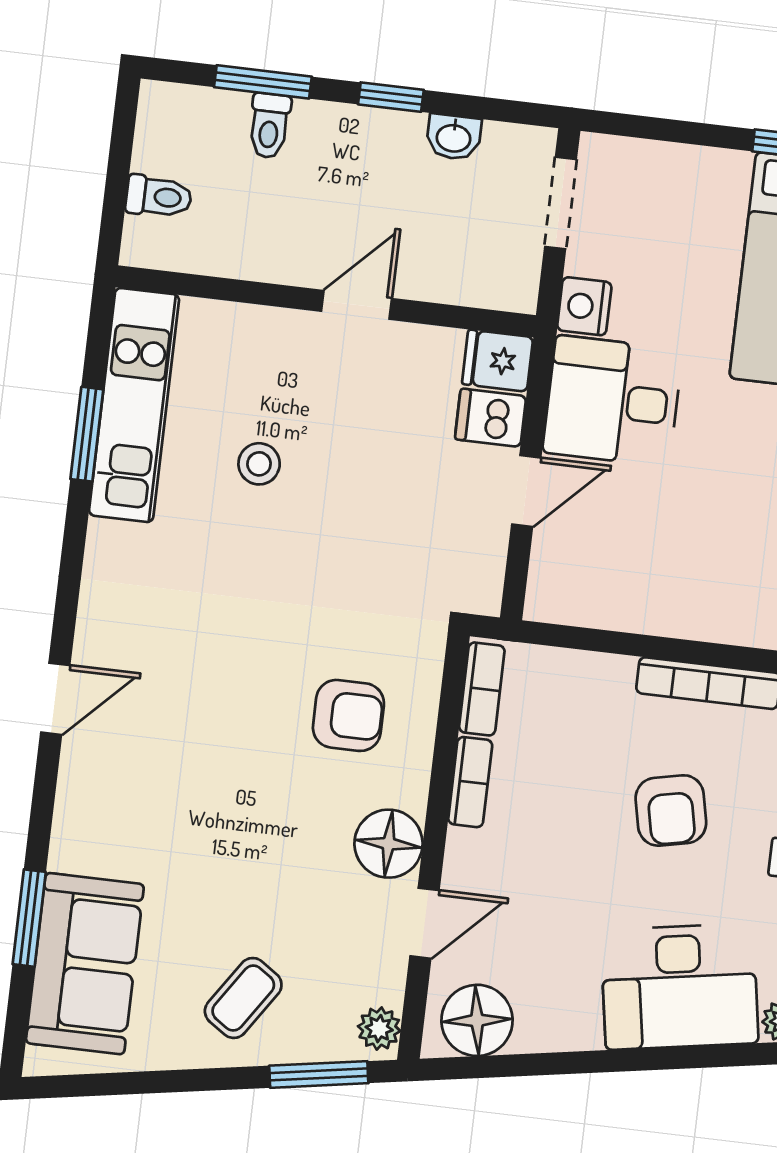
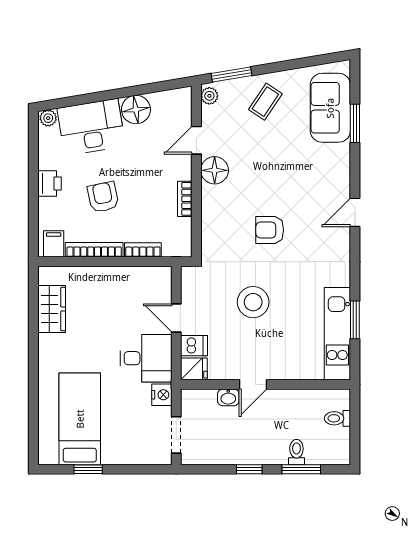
washbasin: (454, 137) -> (228, 397), moved, turned 180
stool: (259, 464) -> (253, 302), moved, width x1.89, depth x1.89
door: (526, 491) -> (176, 318), hinge flipped
bookcase: (482, 689) -> (143, 250), moved, turned 90
armchair: (348, 715) -> (270, 230), moved
floor lamp: (477, 1020) -> (136, 110), moved

